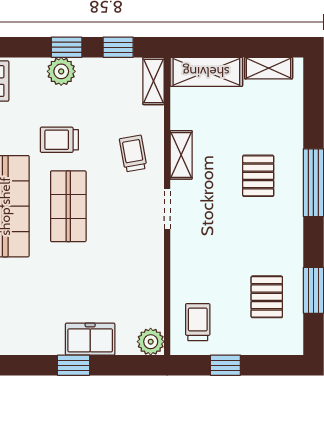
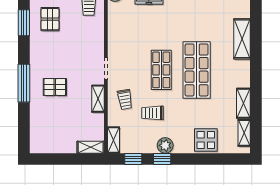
shelving: (269, 68) -> (49, 147), removed
shelving: (206, 72) -> (91, 147), width x0.67, depth x0.75
trolley: (59, 140) -> (153, 113), moved, turned 180
pallet: (258, 176) -> (55, 87), turned 90

